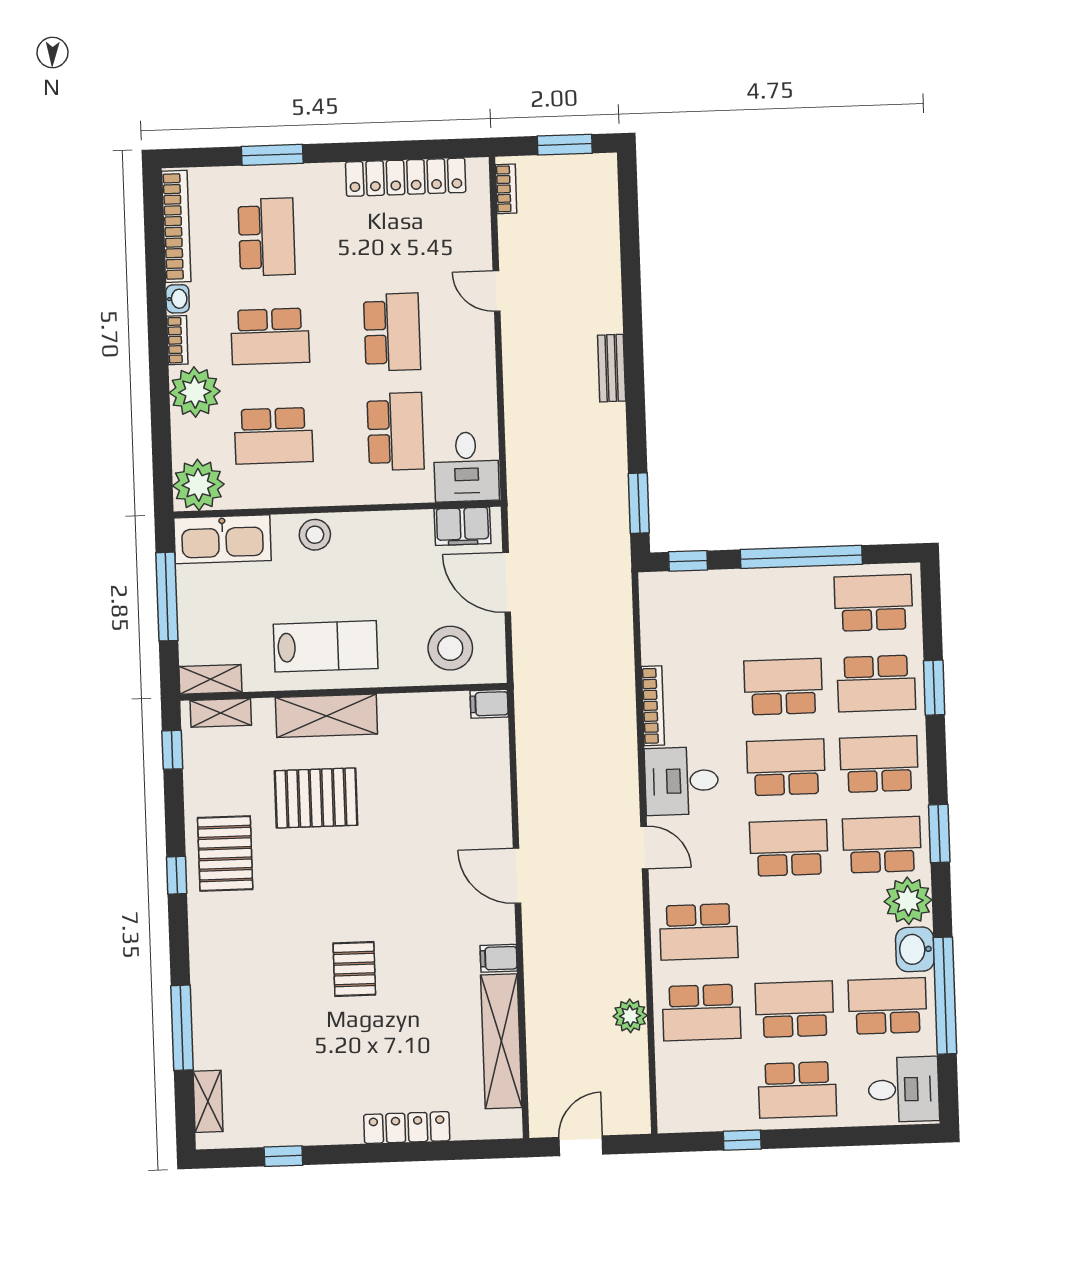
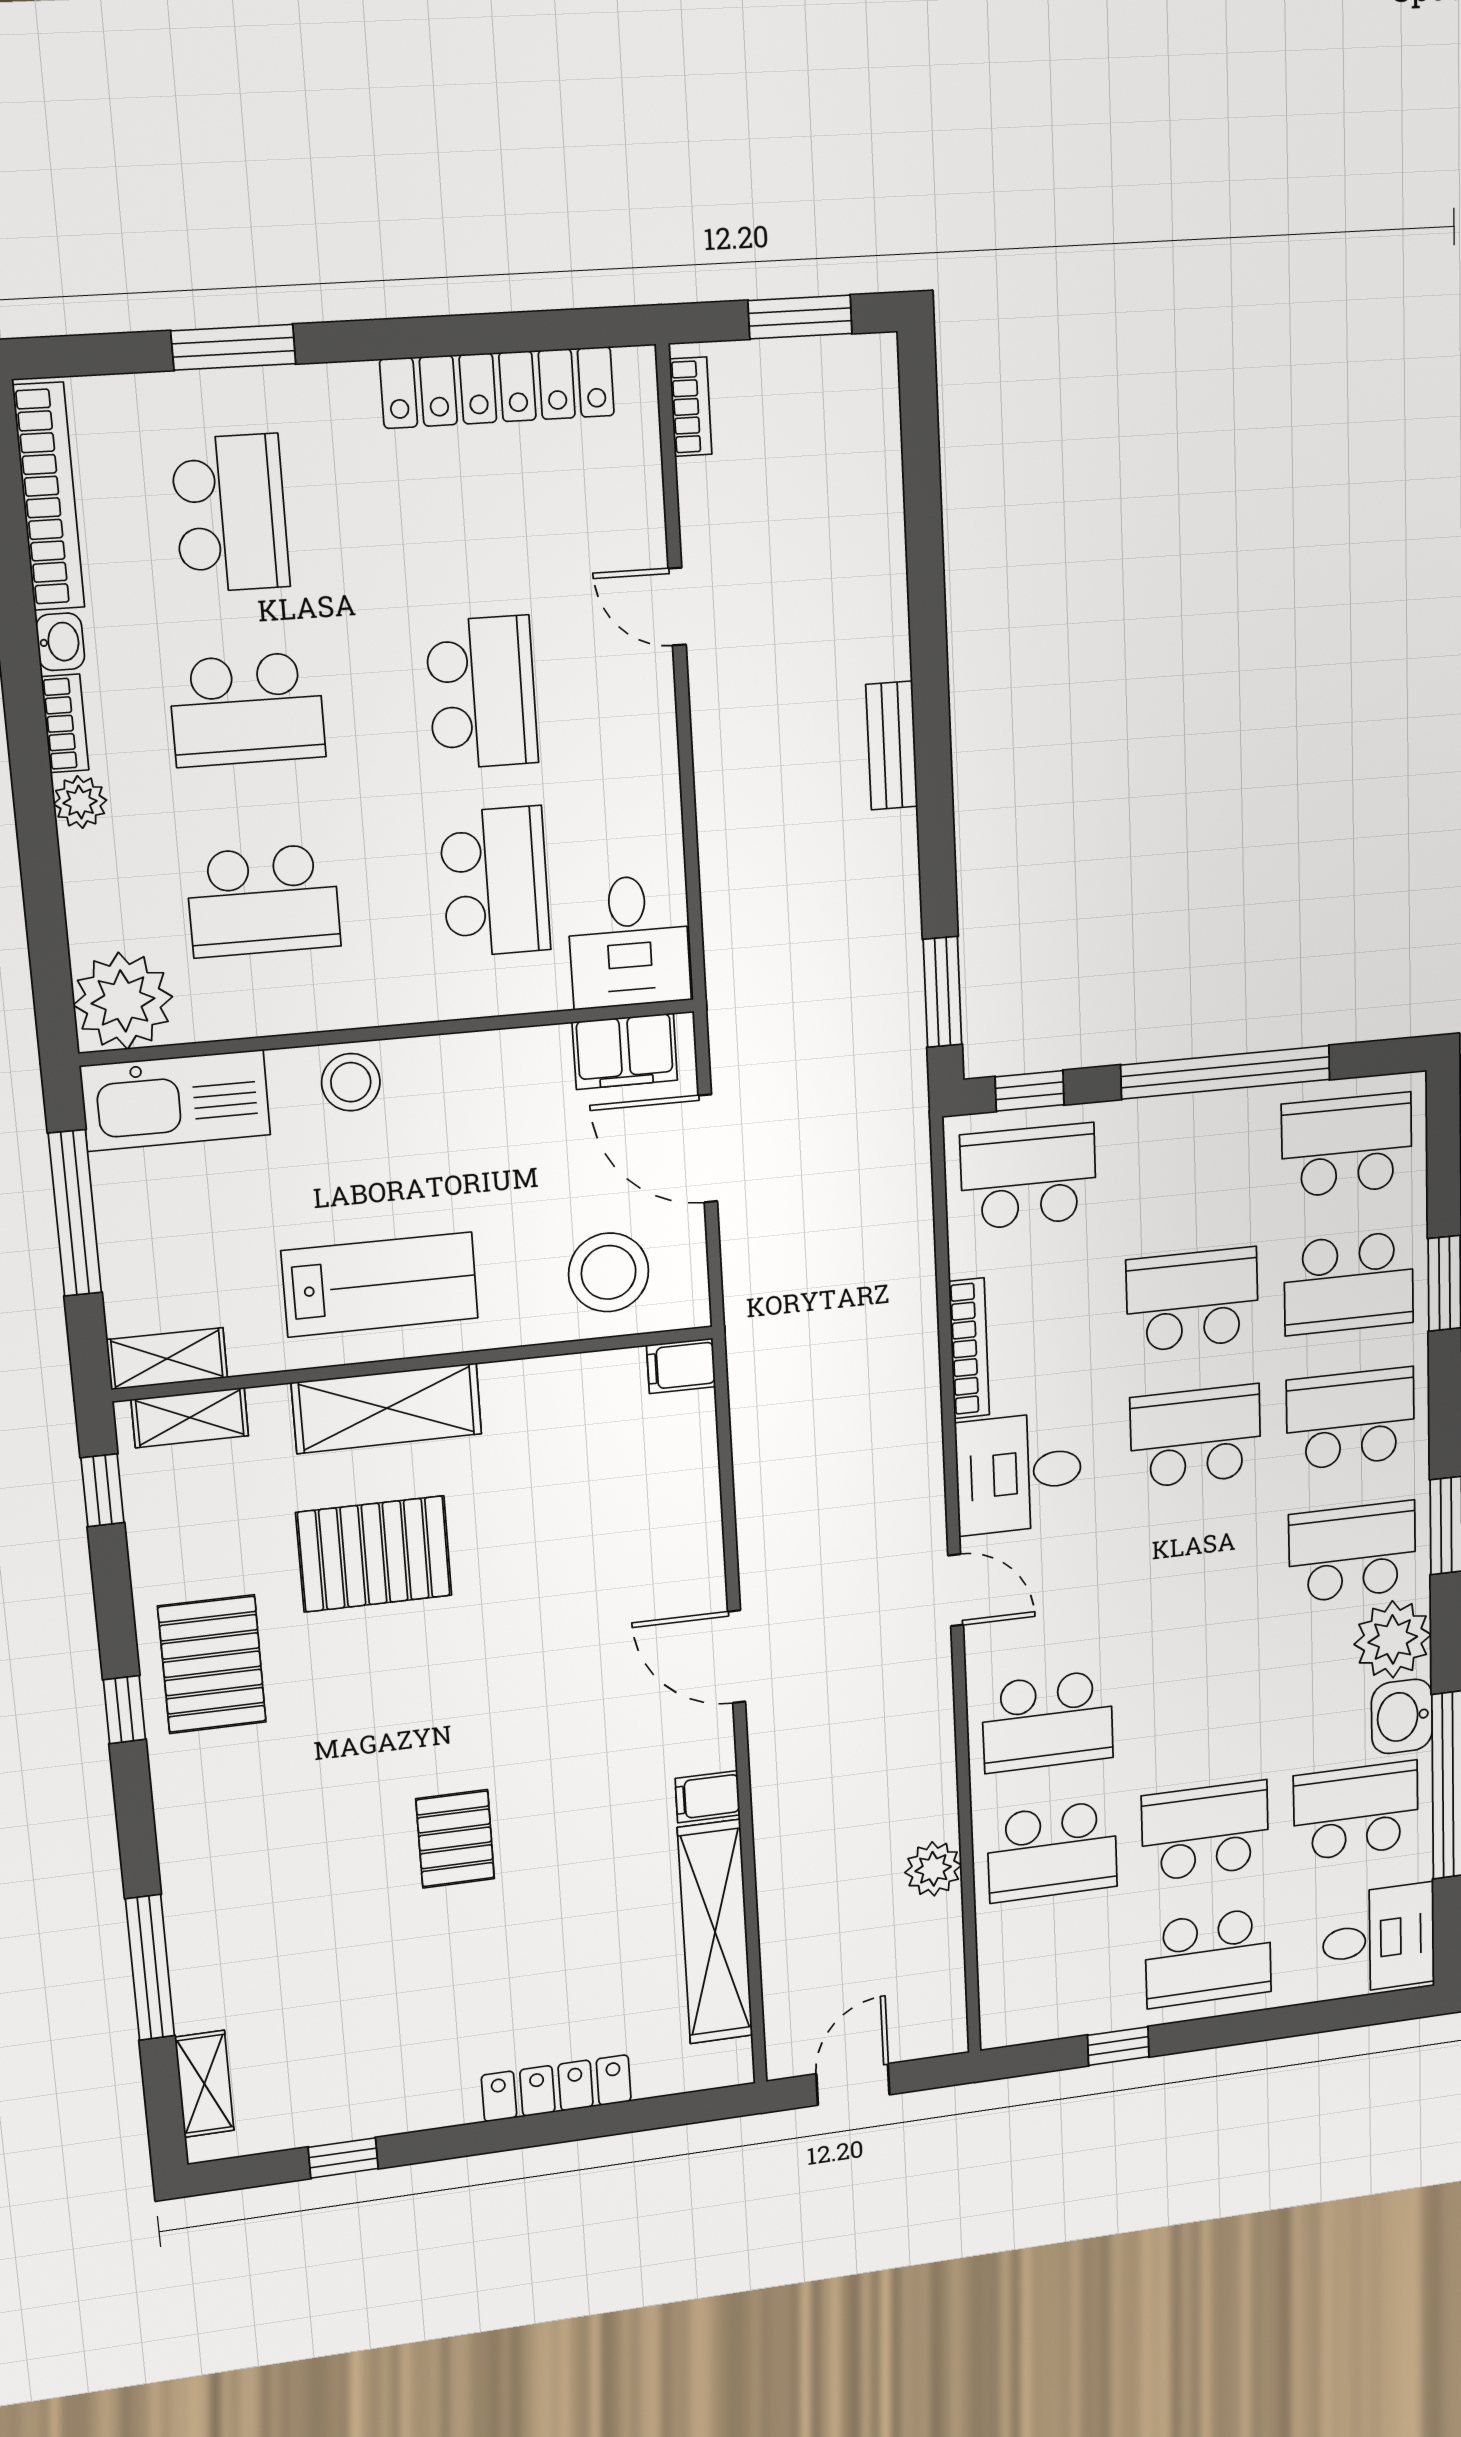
plant: (195, 392) -> (80, 802), width x0.53, depth x0.53
school desk: (789, 848) -> (1029, 1176), moved

